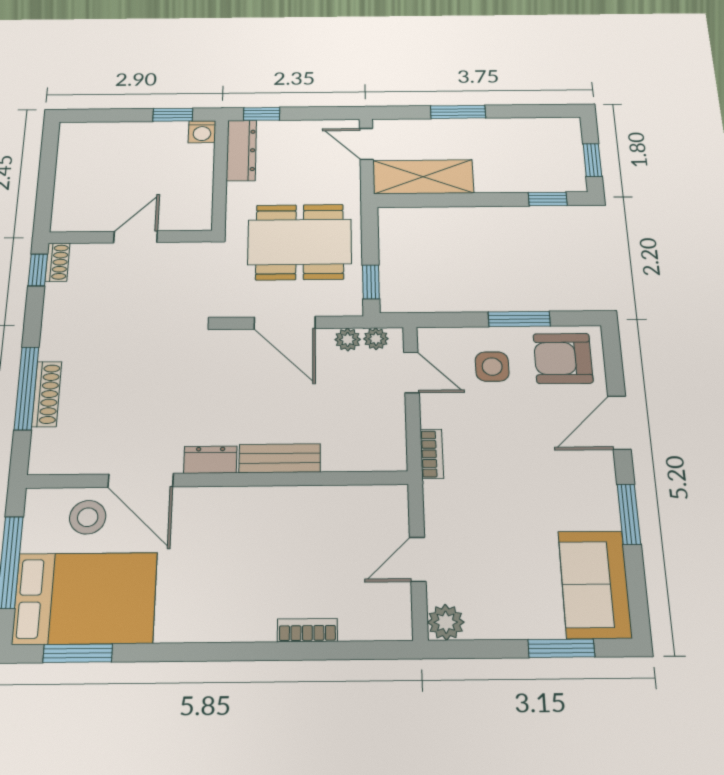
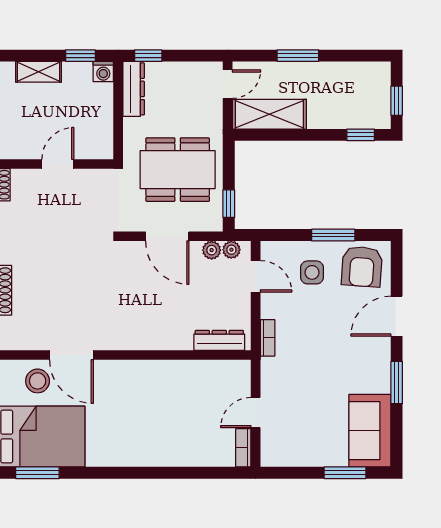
shelving: (117, 133) -> (39, 72), added
door: (366, 144) -> (228, 84), swing flipped
armchair: (563, 358) -> (362, 267), turned -86
bench: (280, 458) -> (165, 340), removed
dresser: (210, 460) -> (219, 340), moved, width x1.44
plant: (446, 622) -> (272, 455), removed
bookcase: (307, 630) -> (243, 448), moved, turned -90

